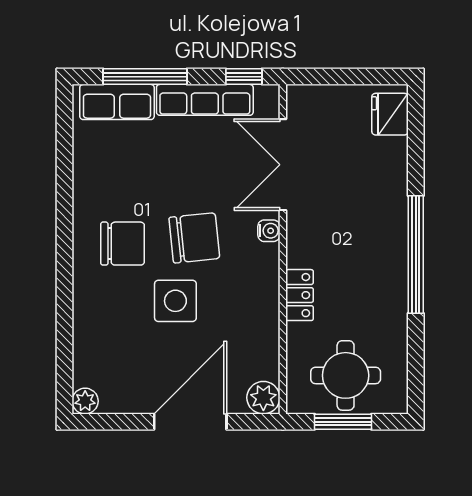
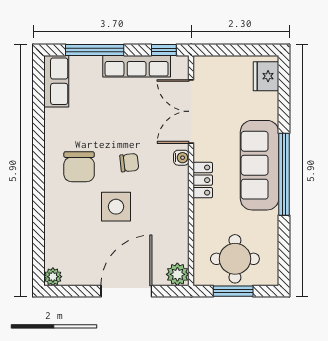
row of seats: (117, 102) -> (56, 81), moved, turned -90
chair: (194, 238) -> (129, 163), width x0.54, depth x0.54
sofa: (381, 242) -> (260, 165), added
chair: (123, 244) -> (79, 167), turned 90
locker: (300, 295) -> (203, 180), moved

